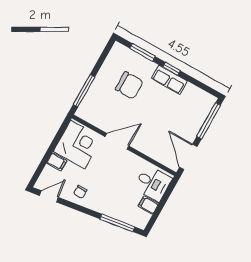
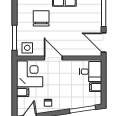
chair: (129, 85) -> (41, 18), turned -90
side table: (93, 111) -> (27, 48), added
door: (117, 141) -> (53, 58), hinge flipped

